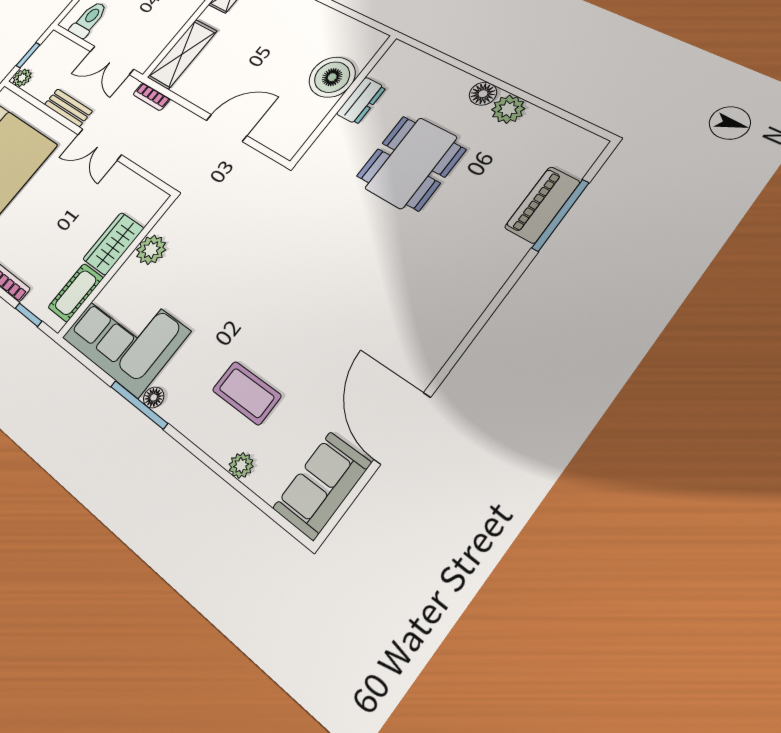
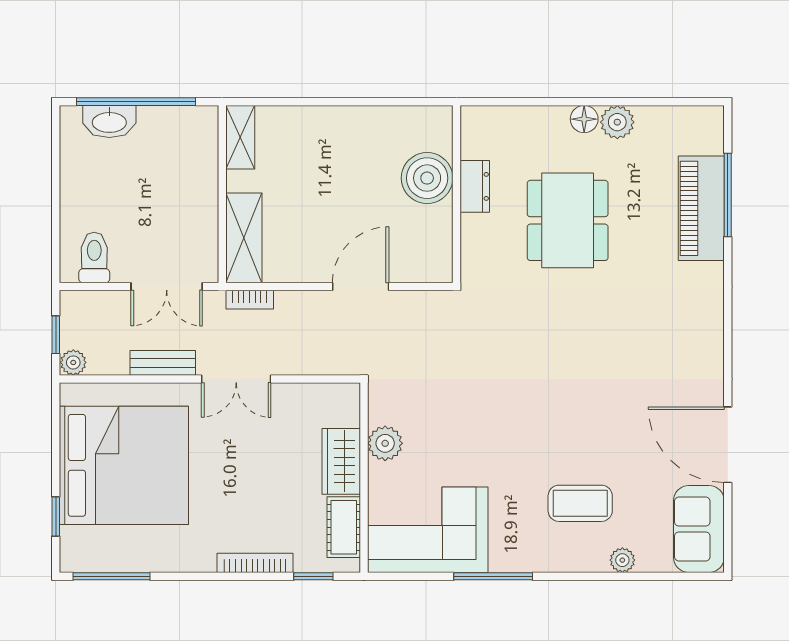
piano: (542, 205) -> (701, 208), width x1.37, depth x1.33
floor lamp: (154, 397) -> (501, 562), removed

